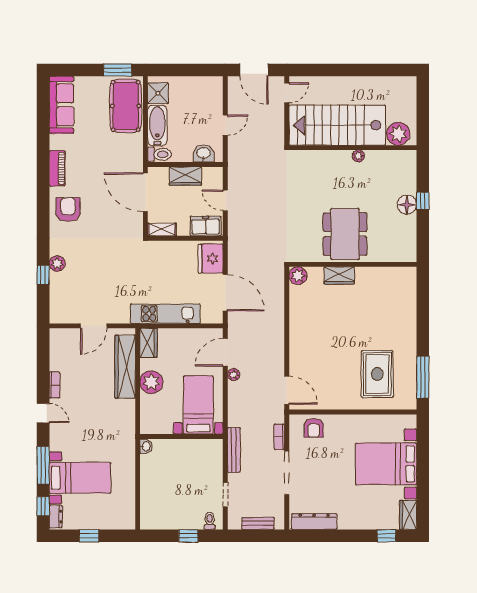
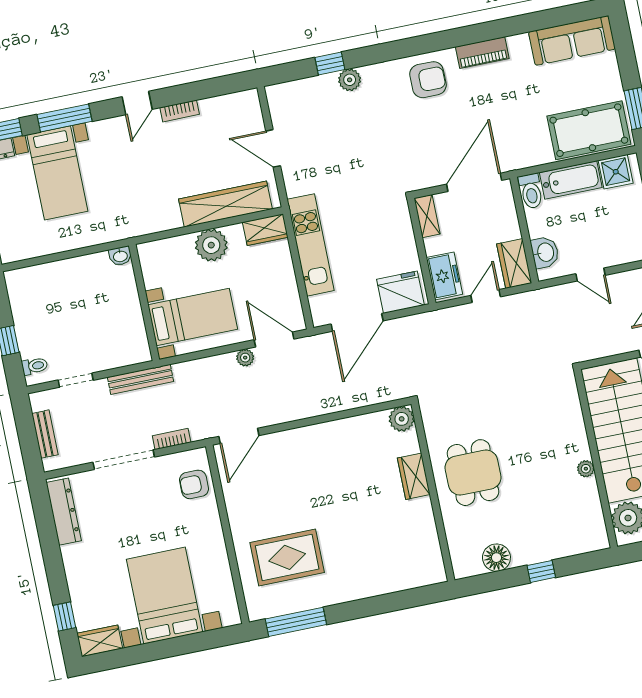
wardrobe: (185, 176) -> (514, 263), moved
floor lamp: (407, 205) -> (496, 558), moved
dining table: (345, 234) -> (473, 473), width x0.73

